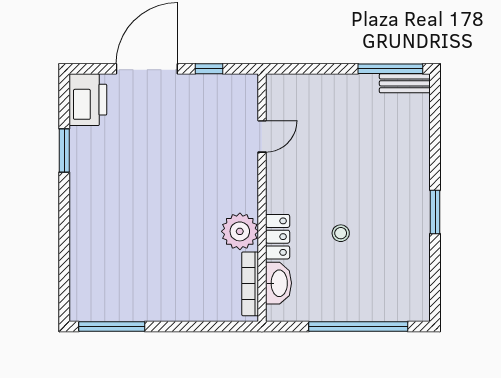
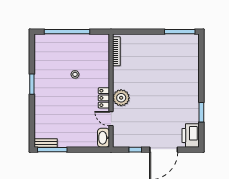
door: (262, 136) -> (111, 119), hinge flipped
plant: (240, 231) -> (121, 98), moved
locker: (278, 237) -> (104, 98), moved
washbasin: (278, 283) -> (103, 138), moved

